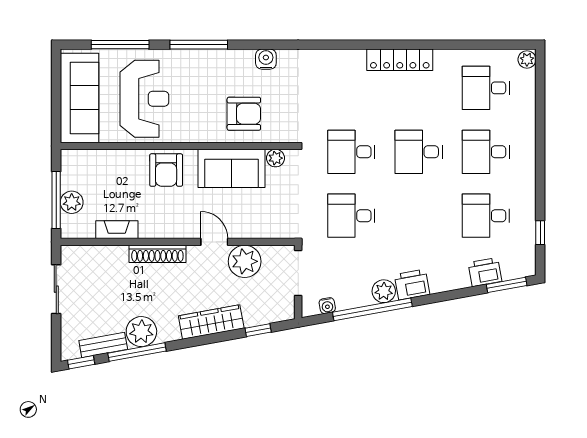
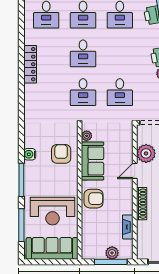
water cooler: (266, 59) -> (30, 154), moved
reception desk: (144, 99) -> (52, 211), turned 180

